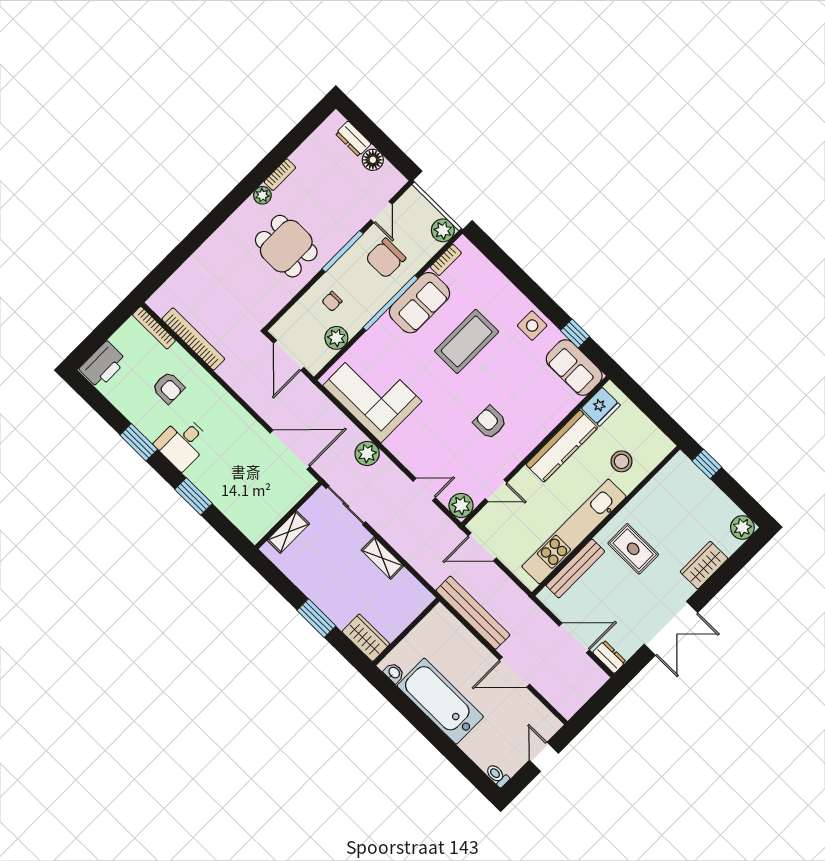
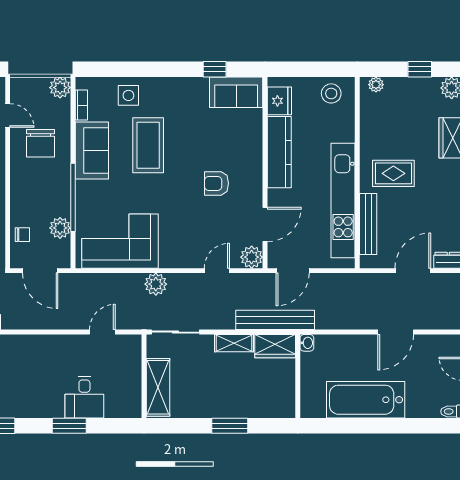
window: (343, 251) -> (8, 167), removed
chair: (332, 301) -> (22, 235), moved, turned -90
window: (390, 303) -> (73, 197), moved
side table: (532, 326) -> (128, 95), moved
desk: (183, 443) -> (84, 397), moved
door: (290, 450) -> (102, 332), width x0.53
stool: (622, 461) -> (331, 93), moved
window: (707, 464) -> (420, 69), moved
plant: (687, 468) -> (376, 85), added
door: (496, 491) -> (265, 224), width x1.38
shelving: (288, 532) -> (158, 387), width x1.50, depth x1.33
bench: (473, 613) -> (275, 320), moved
wardrobe: (366, 638) -> (275, 346), moved, turned 180
washbasin: (394, 673) -> (307, 343), moved, turned 90

